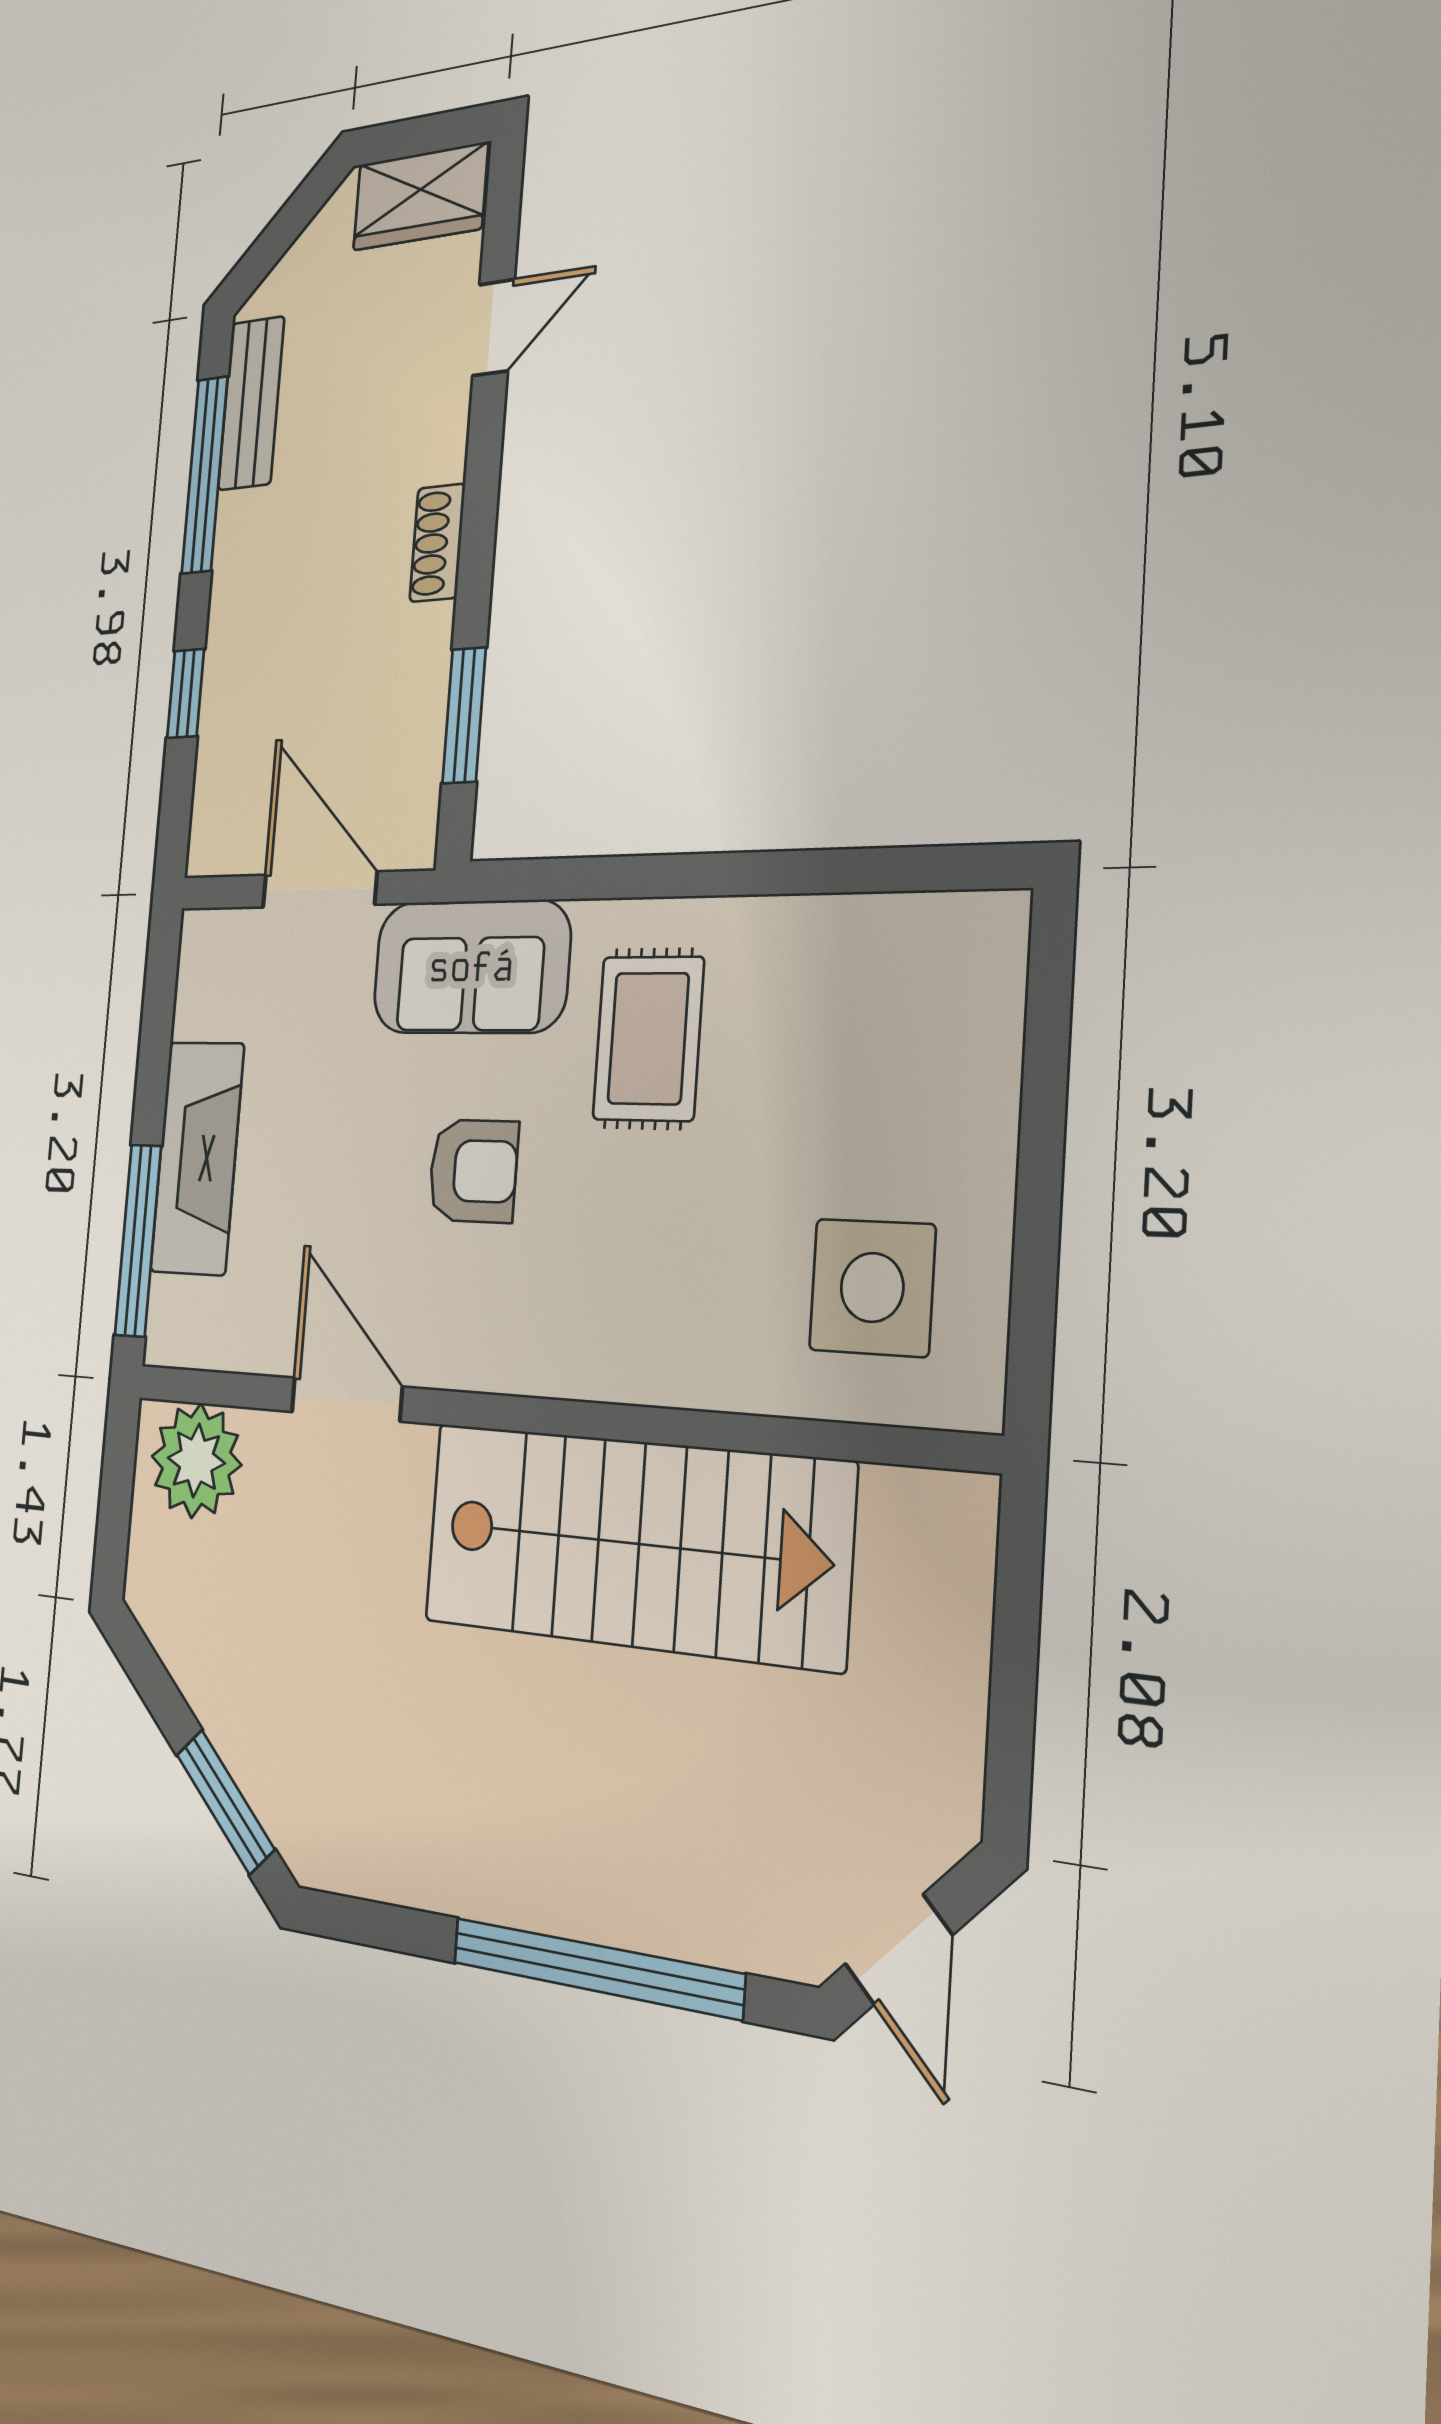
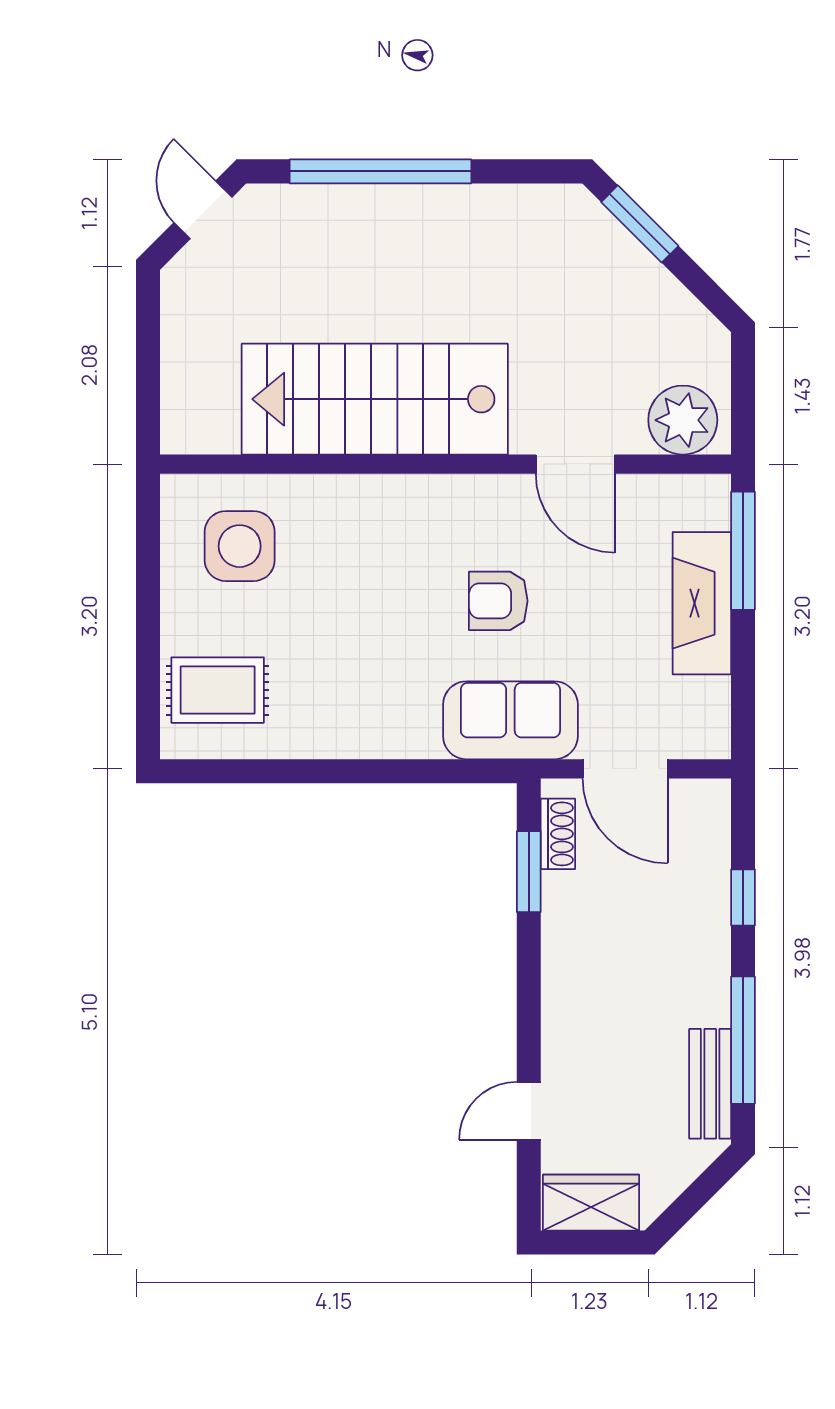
shoe rack: (437, 543) -> (558, 834), moved
rug: (648, 1038) -> (218, 690), moved, turned 90

